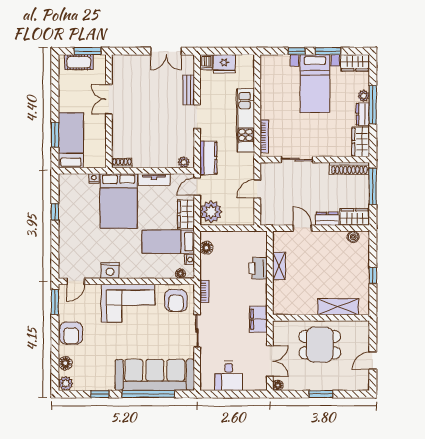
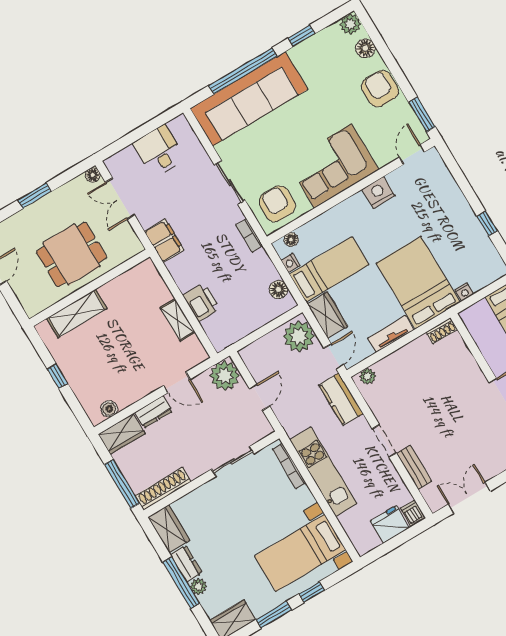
bed with nightstands: (315, 84) -> (300, 553), moved, turned -90
plant: (271, 215) -> (225, 376), added

